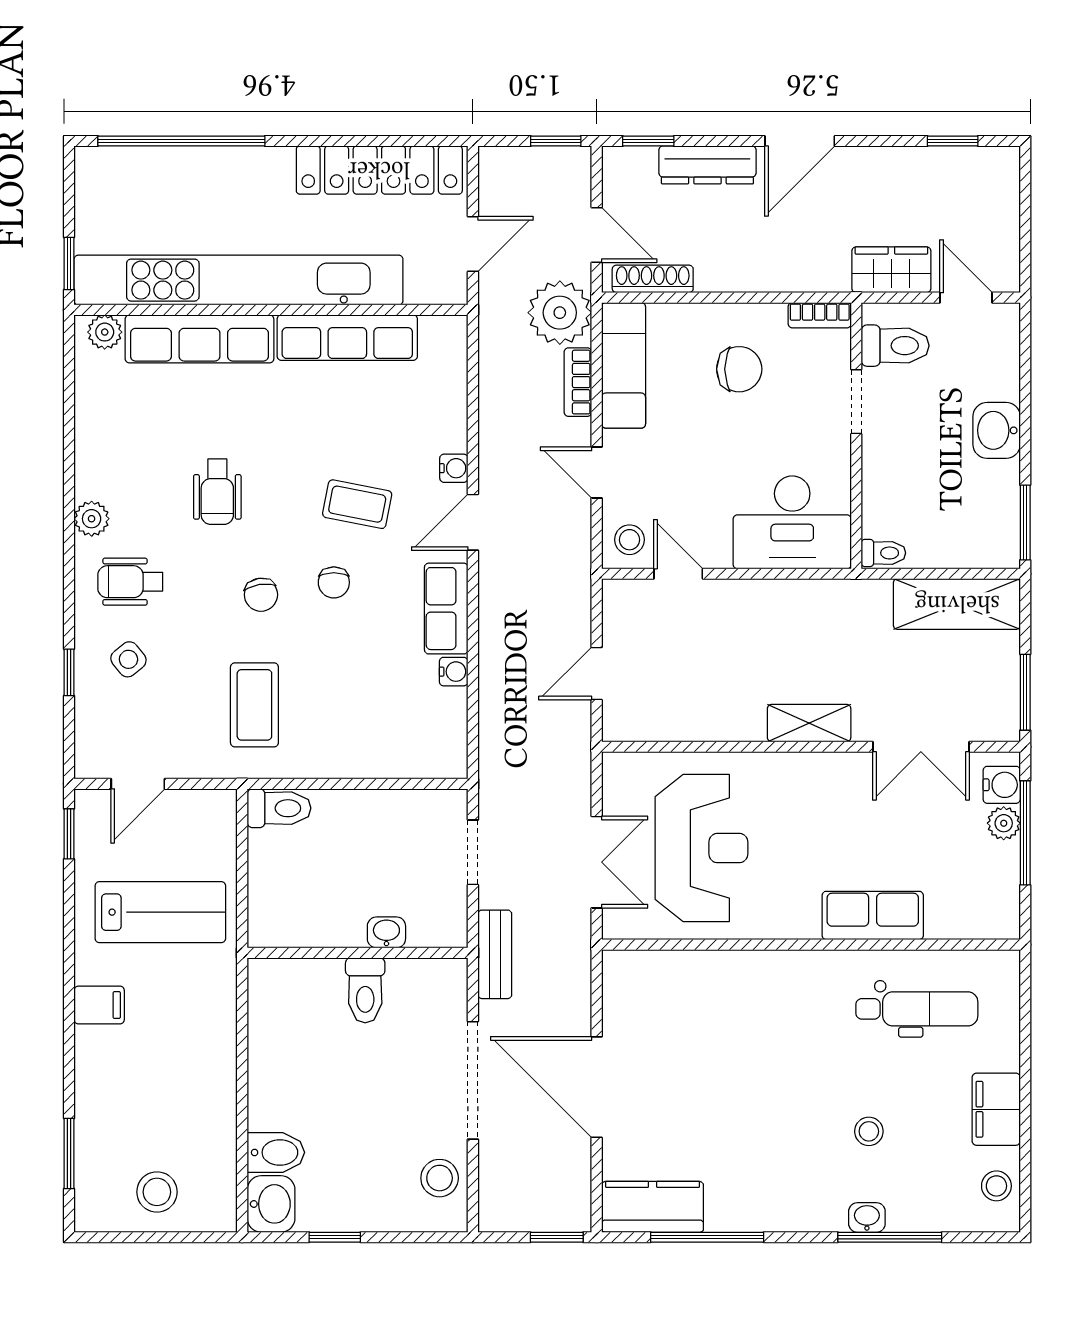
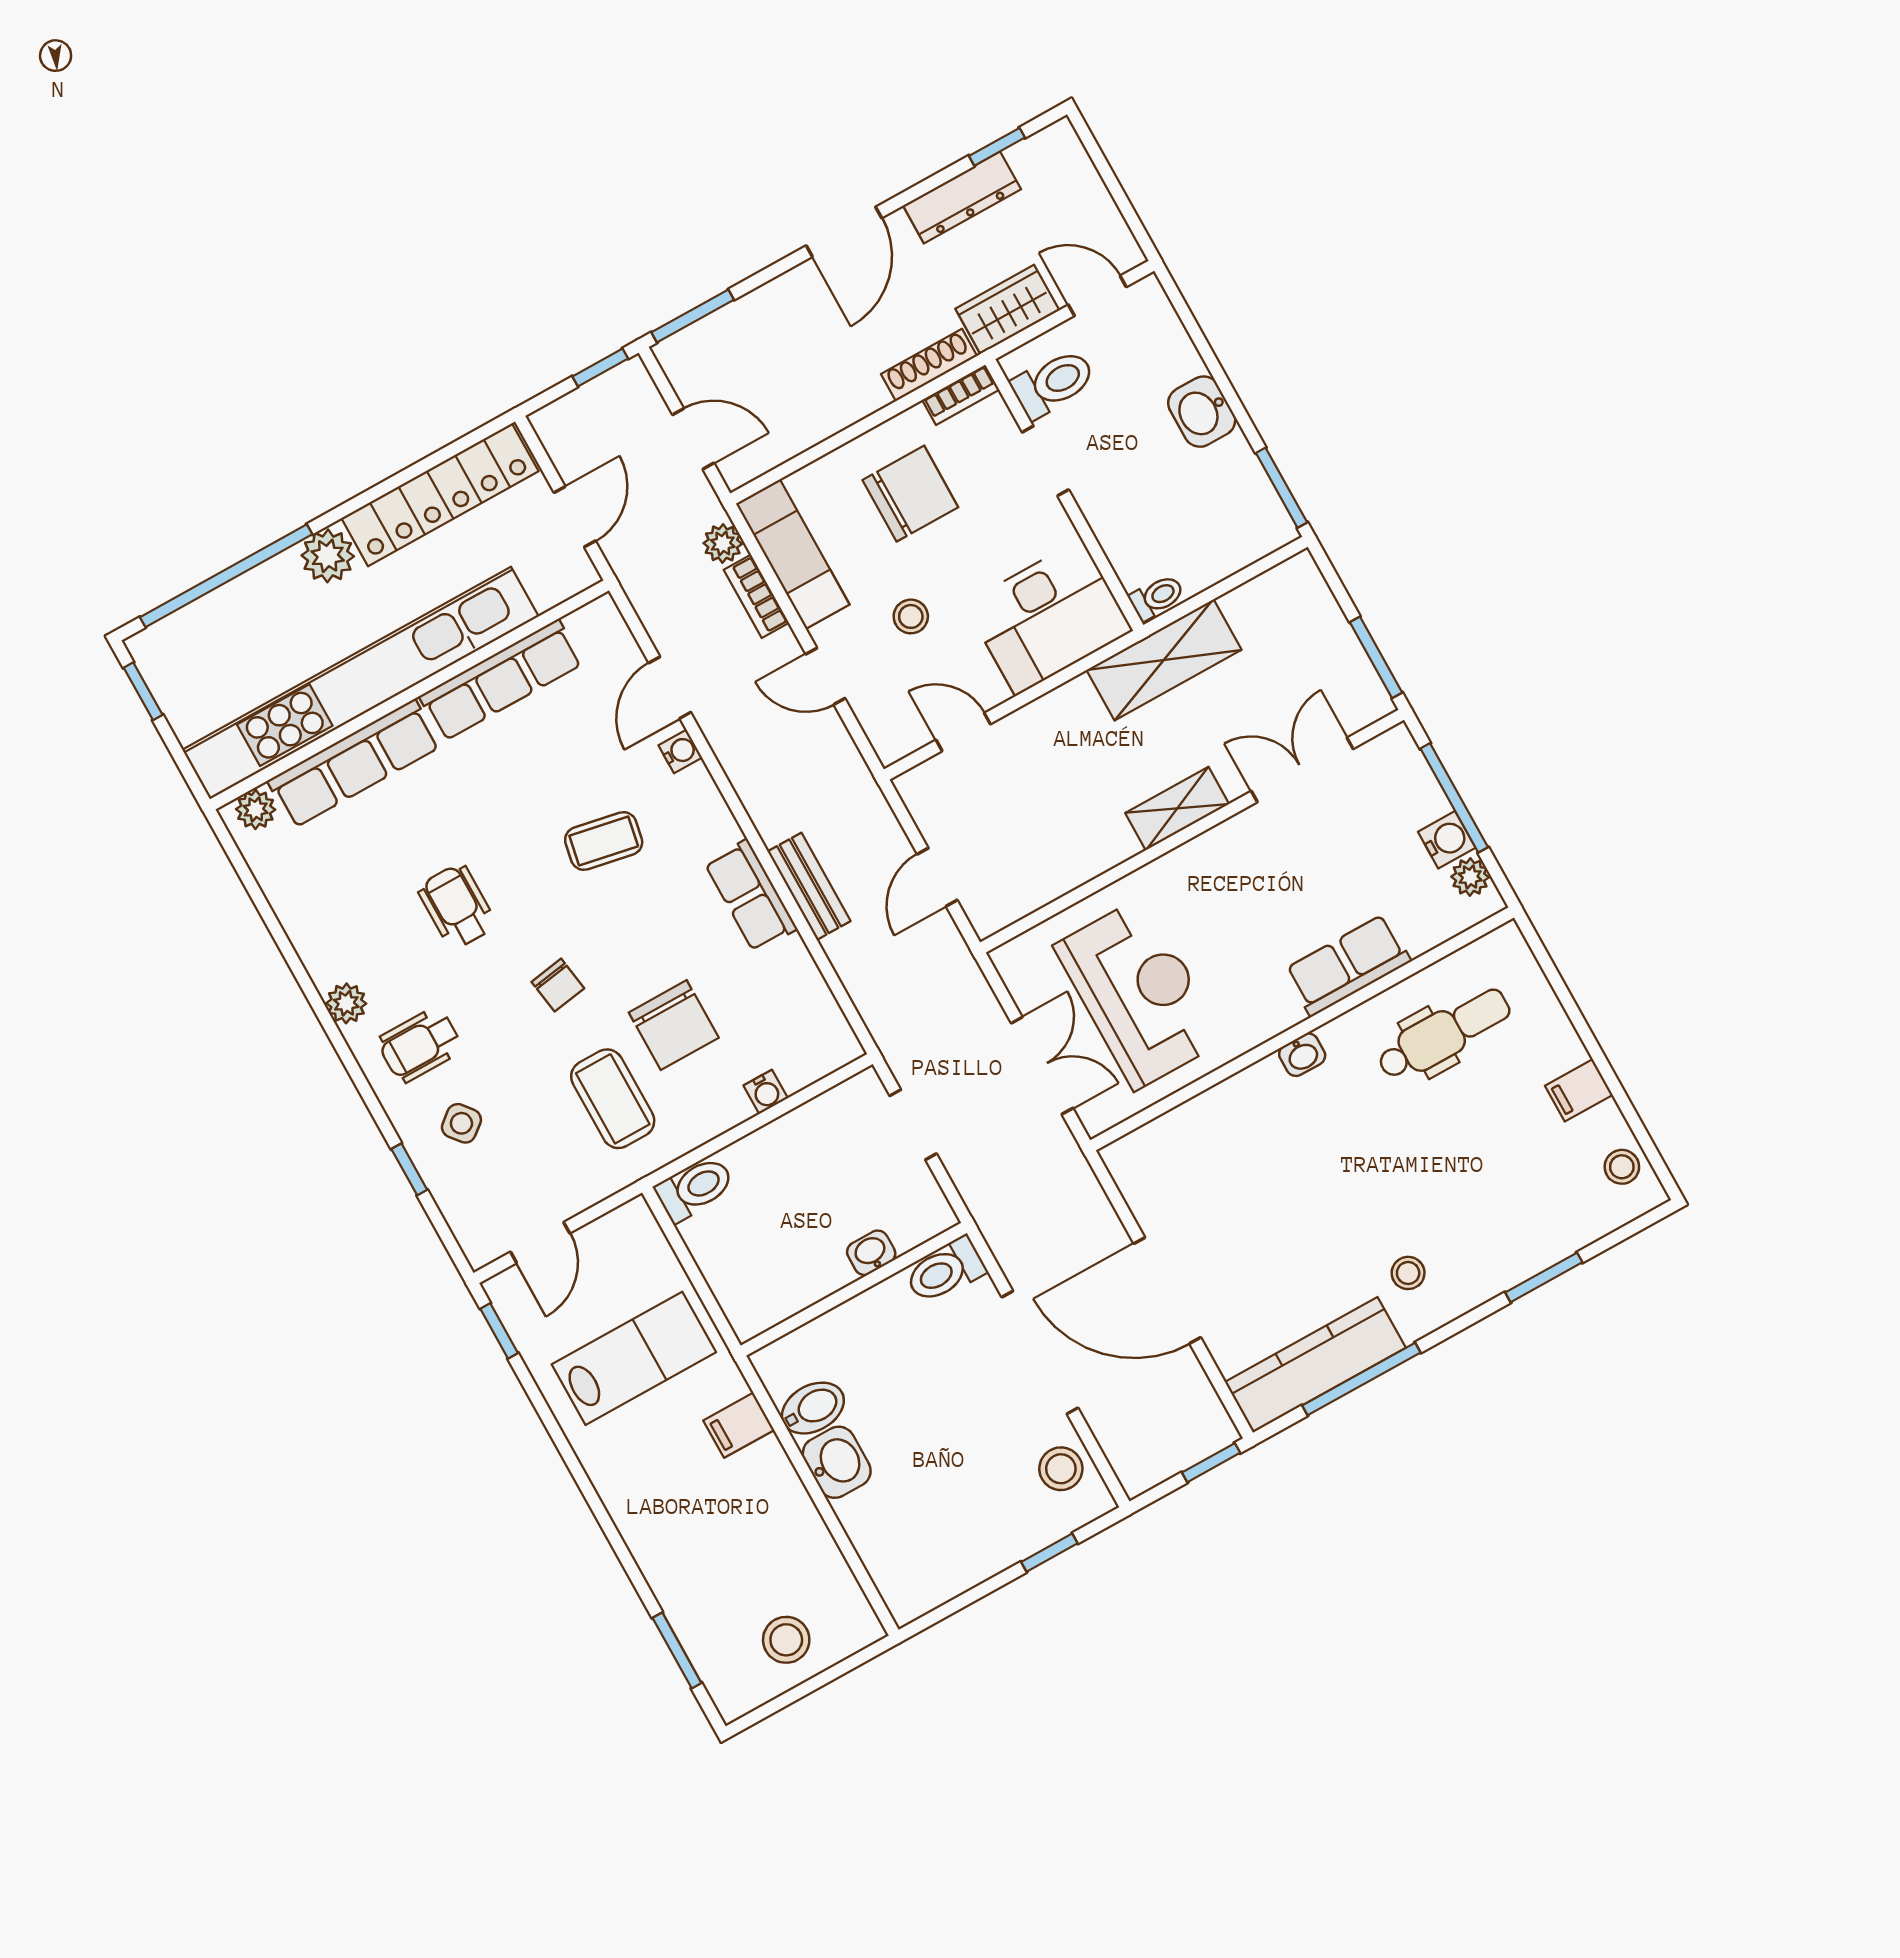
window: (648, 141) -> (693, 316), width x1.50
dresser: (707, 165) -> (962, 198), moved
plant: (268, 169) -> (328, 556), added
window: (69, 264) -> (143, 691), moved
shoe rack: (653, 279) -> (929, 365), moved
plant: (560, 313) -> (723, 543), width x0.53, depth x0.53
chair: (739, 369) -> (910, 494), width x1.37, depth x1.37
wheelchair: (217, 492) -> (457, 906), turned 180
door: (473, 522) -> (670, 688), moved
stool: (629, 540) -> (911, 616), moved
chair: (334, 582) -> (674, 1025), moved, width x1.87, depth x1.87
shelving: (957, 604) -> (1164, 660), moved
water cooler: (454, 672) -> (766, 1092), moved, turned 90
double door: (921, 747) -> (1302, 770), swing flipped
water cooler: (1002, 785) -> (1447, 840), moved
plant: (1004, 823) -> (1470, 877), moved
bench: (495, 954) -> (809, 886), moved
toilet: (365, 990) -> (945, 1271), moved, turned 90
filing cabinet: (99, 1005) -> (739, 1425), moved, turned 180
filing cabinet: (996, 1109) -> (1579, 1090), width x0.50
stool: (869, 1131) -> (1408, 1273), moved
bidet: (276, 1152) -> (813, 1408), moved
washbasin: (271, 1204) -> (837, 1462), moved
kitchen counter: (653, 1207) -> (1315, 1365), width x1.50
washbasin: (867, 1217) -> (1302, 1055), moved, turned 180
window: (335, 1237) -> (1049, 1553), moved
window: (890, 1237) -> (1544, 1277), width x0.69

